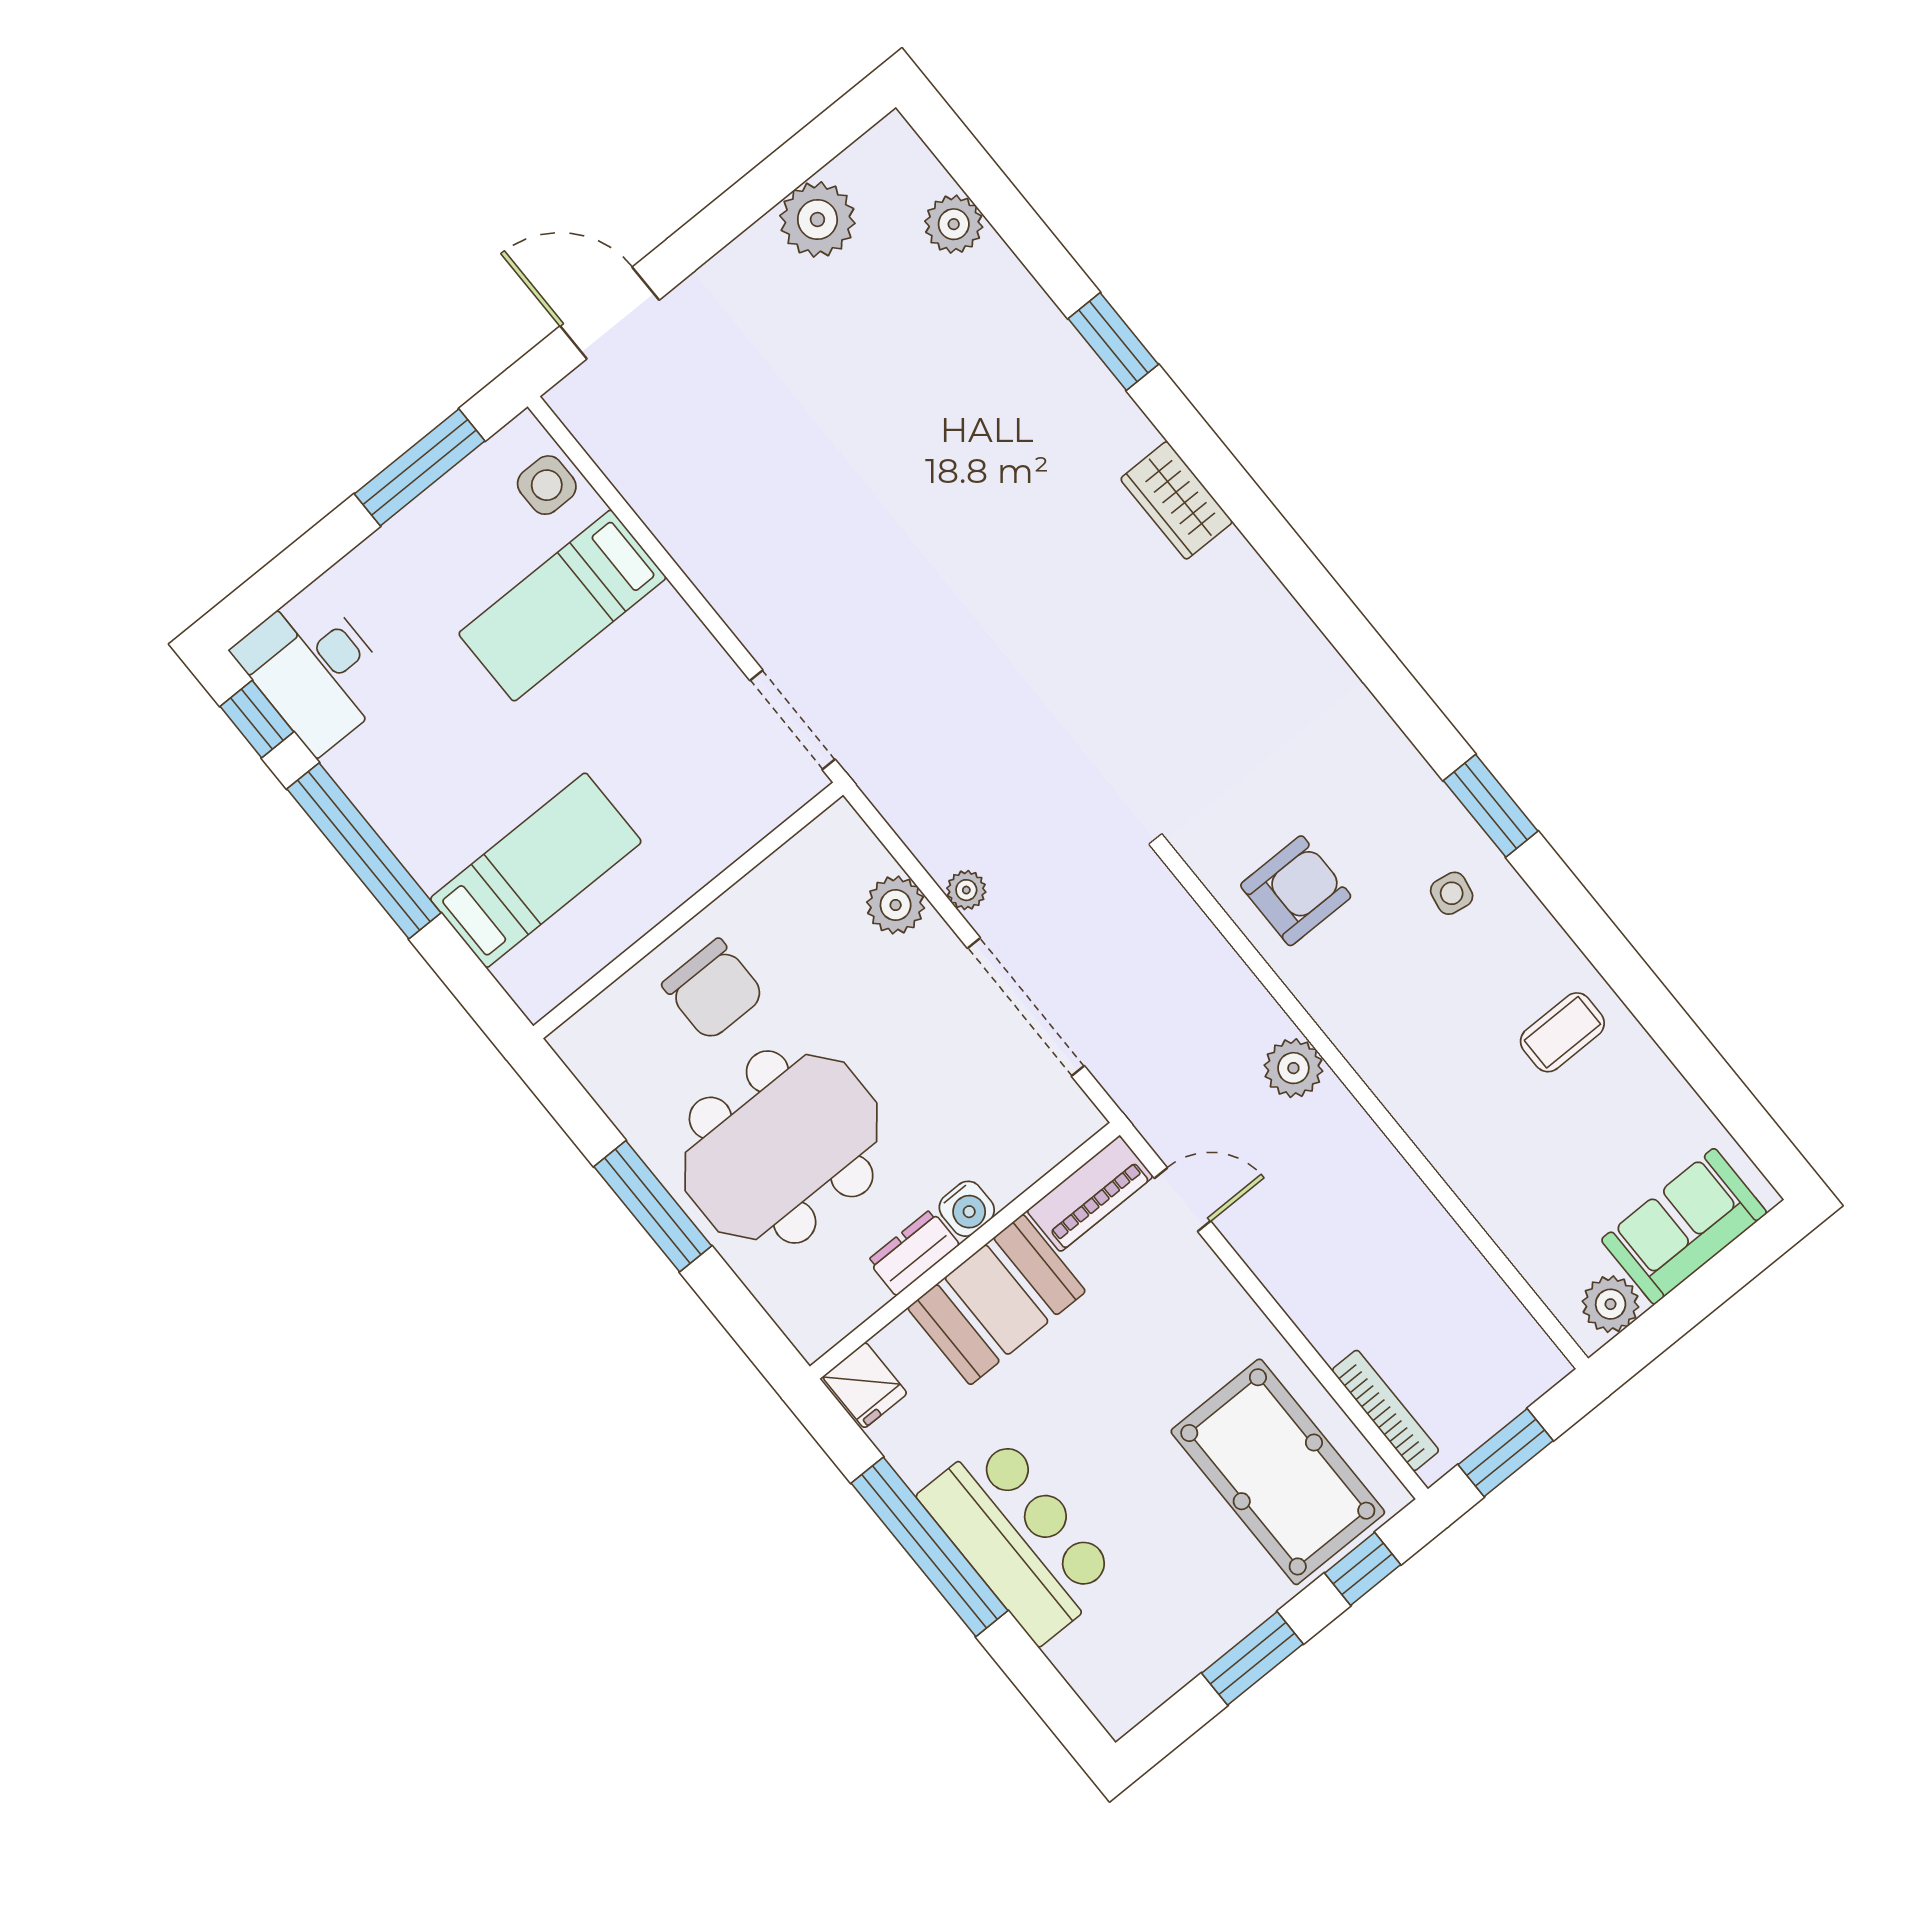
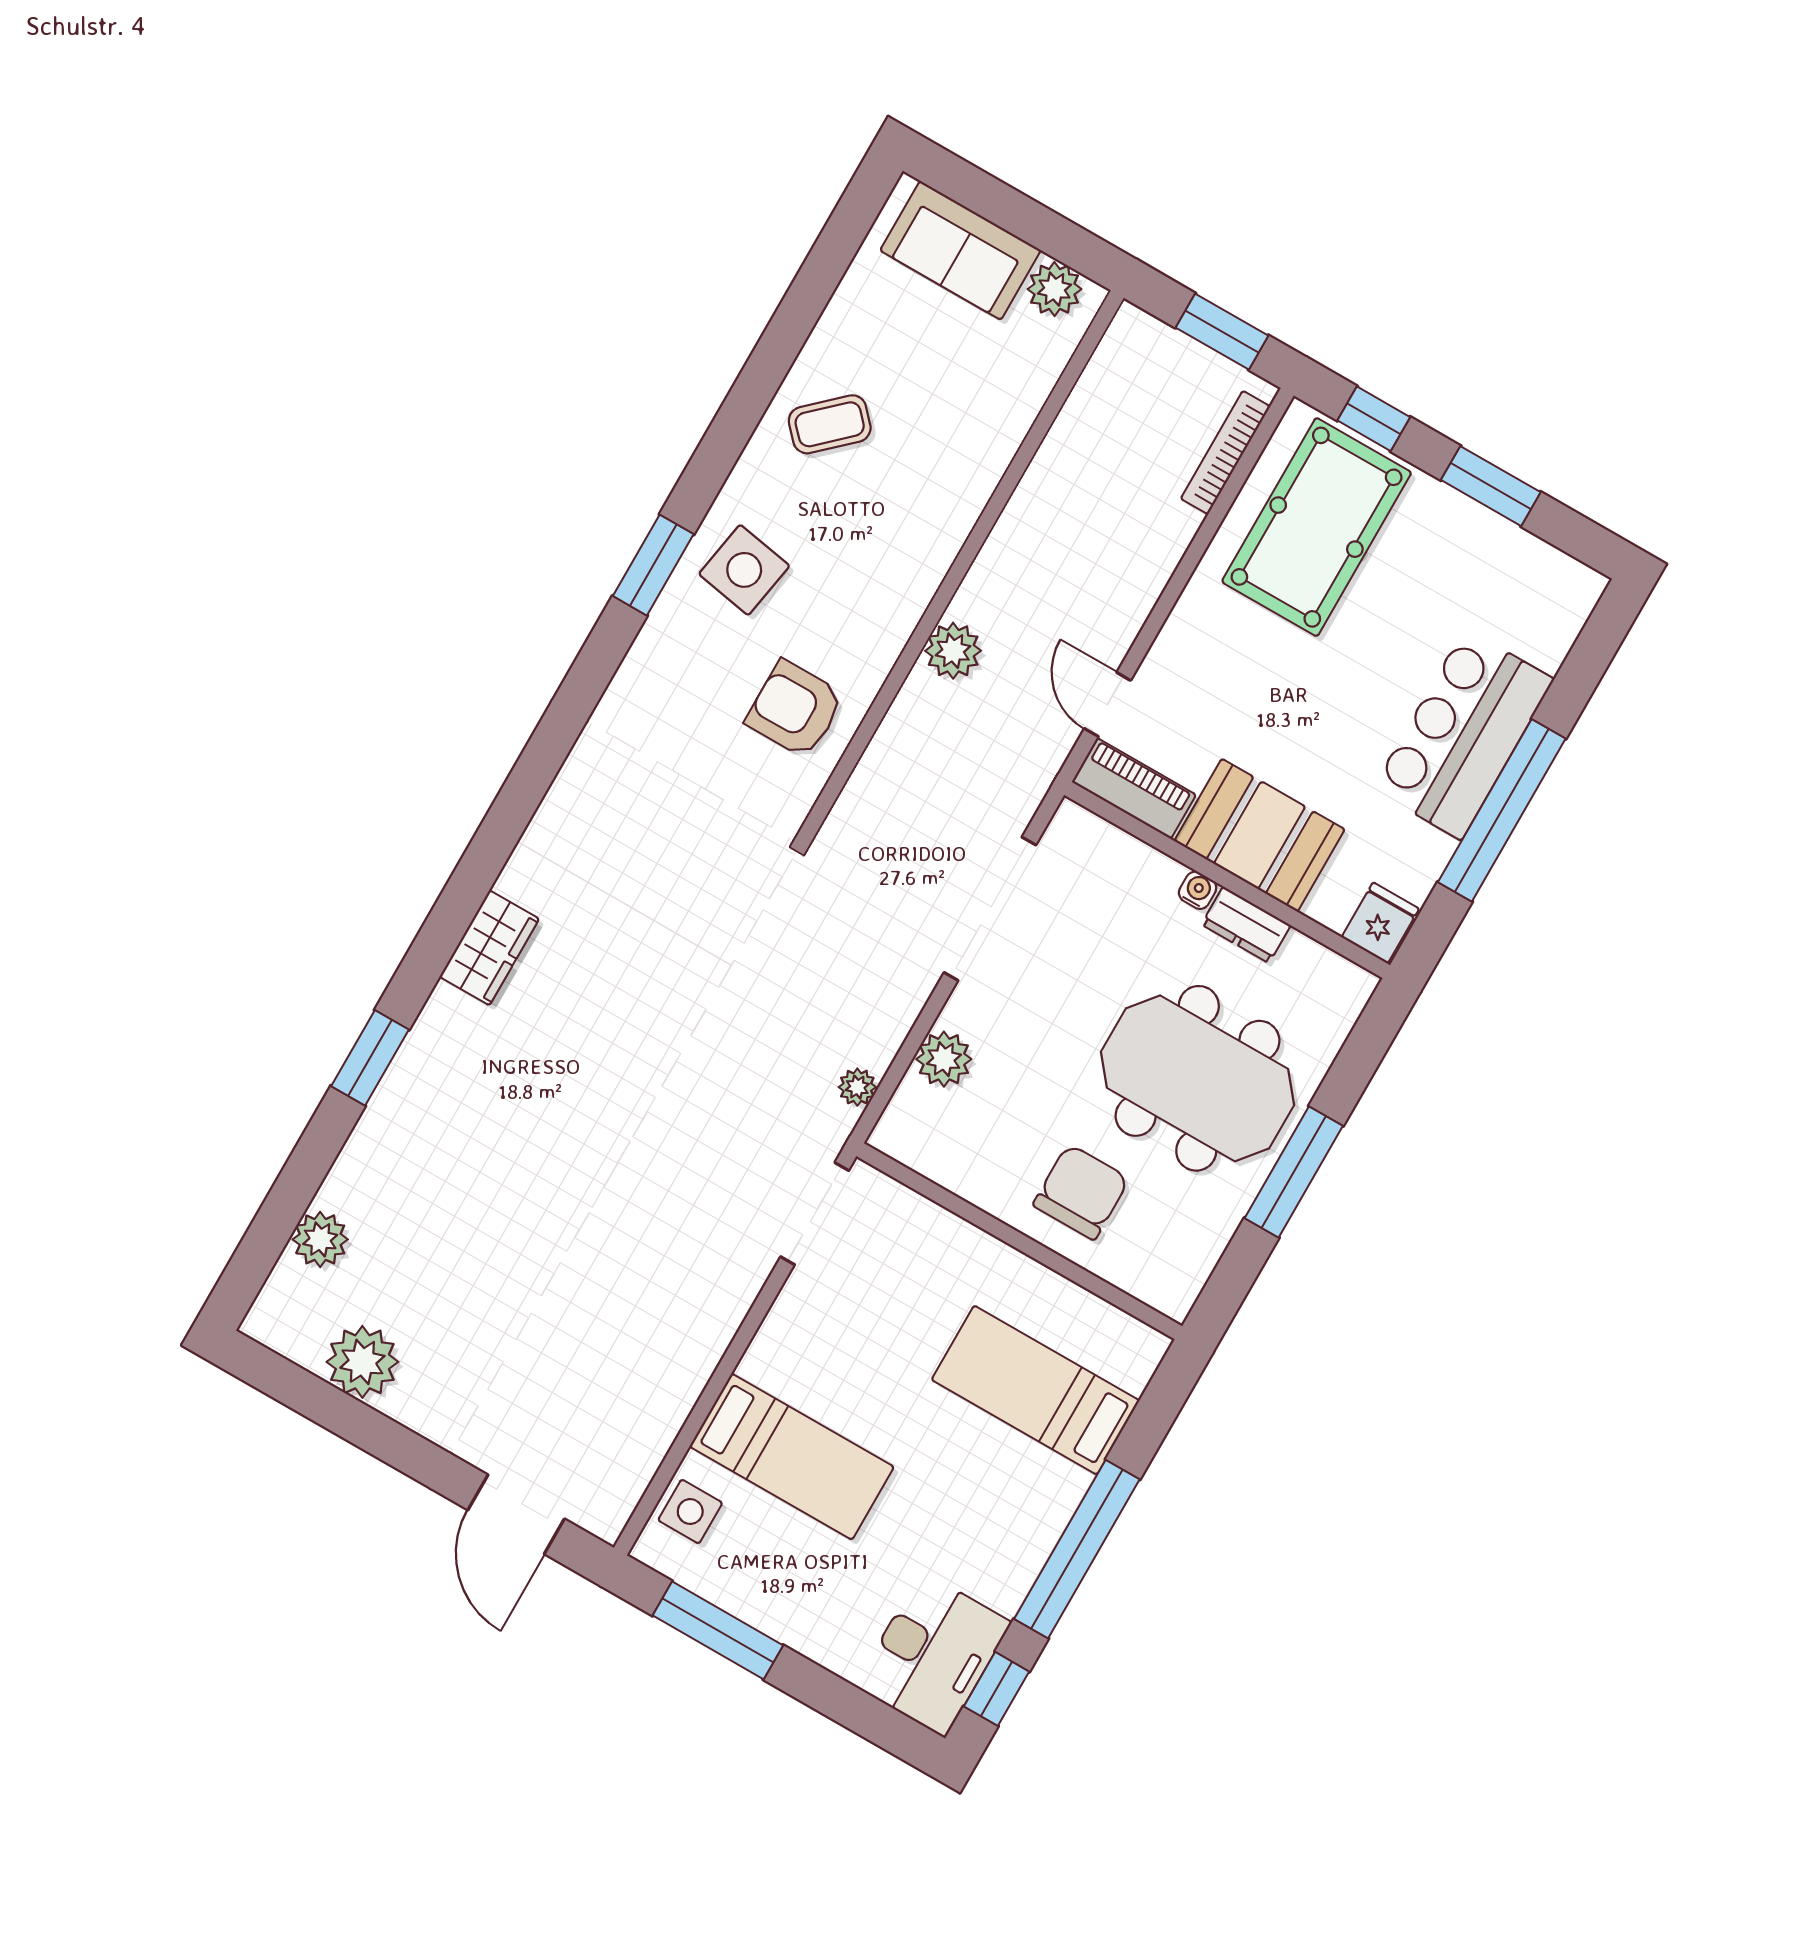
plant: (966, 890) -> (857, 1087), moved
side table: (1452, 893) -> (744, 570), width x1.87, depth x1.87
coffee table: (1562, 1032) -> (830, 424), turned -43
water cooler: (967, 1209) -> (1198, 890), width x0.72, depth x0.72

